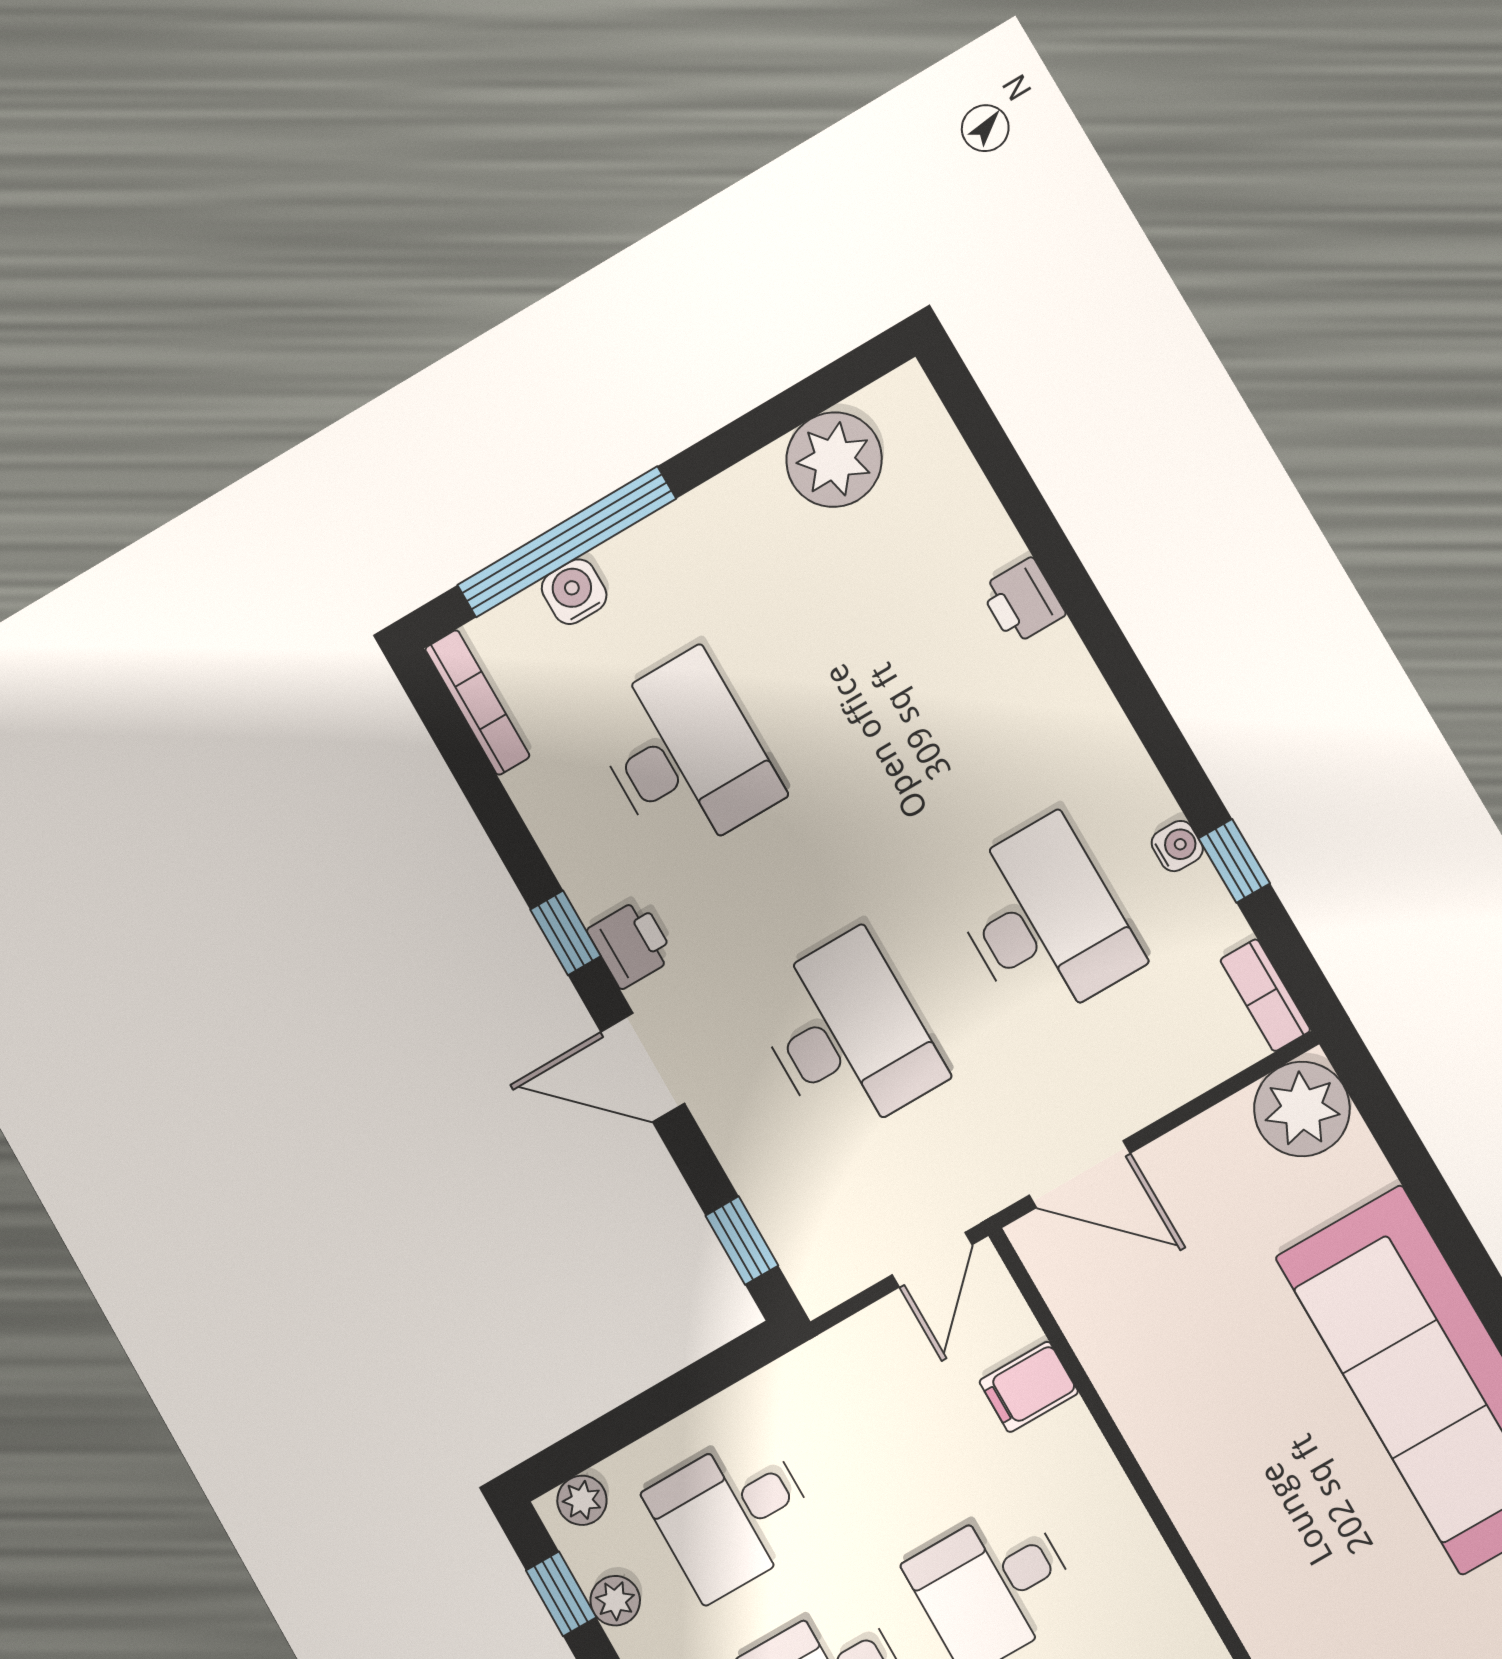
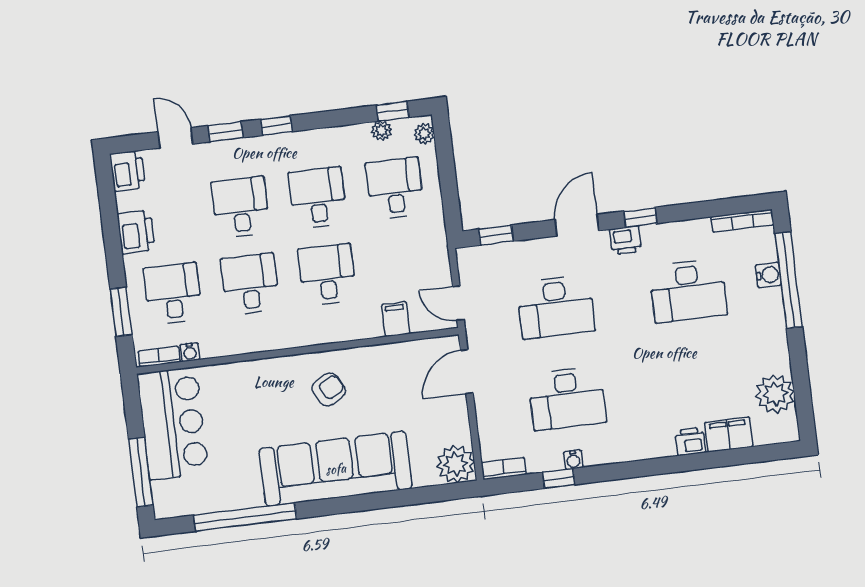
filing cabinet: (970, 523) -> (729, 435), added
armchair: (1255, 1472) -> (329, 389), added

